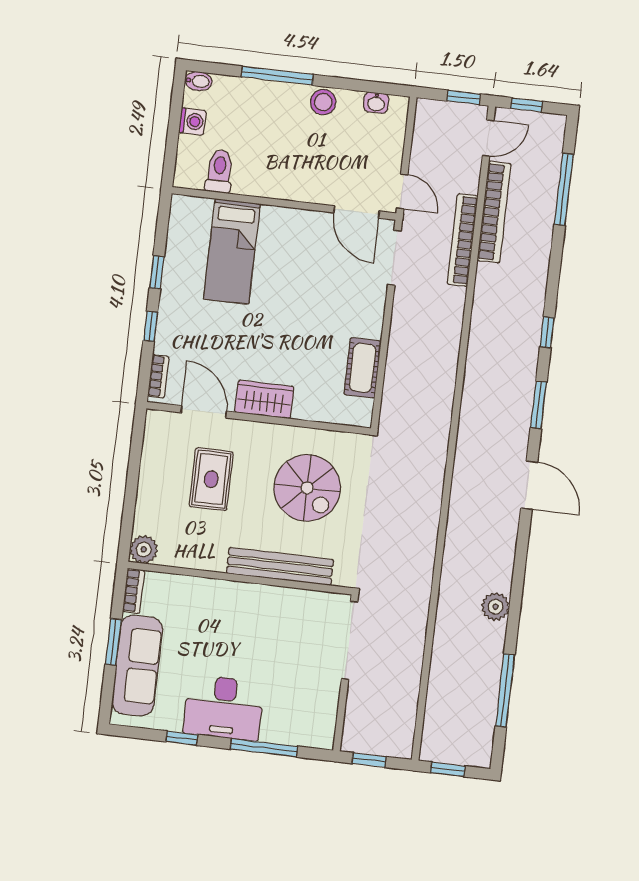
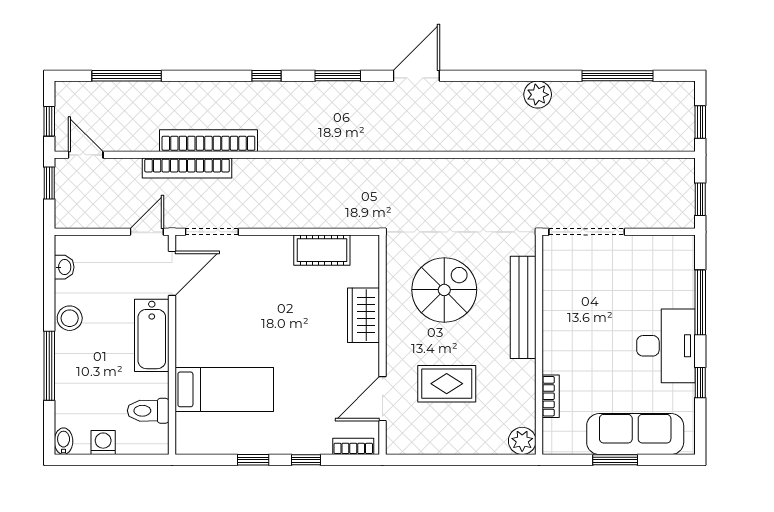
bathtub: (296, 184) -> (152, 335), added
bookcase: (494, 212) -> (208, 141), moved
wardrobe: (264, 399) -> (364, 315), moved
bookcase: (134, 591) -> (551, 396), moved, turned 90

